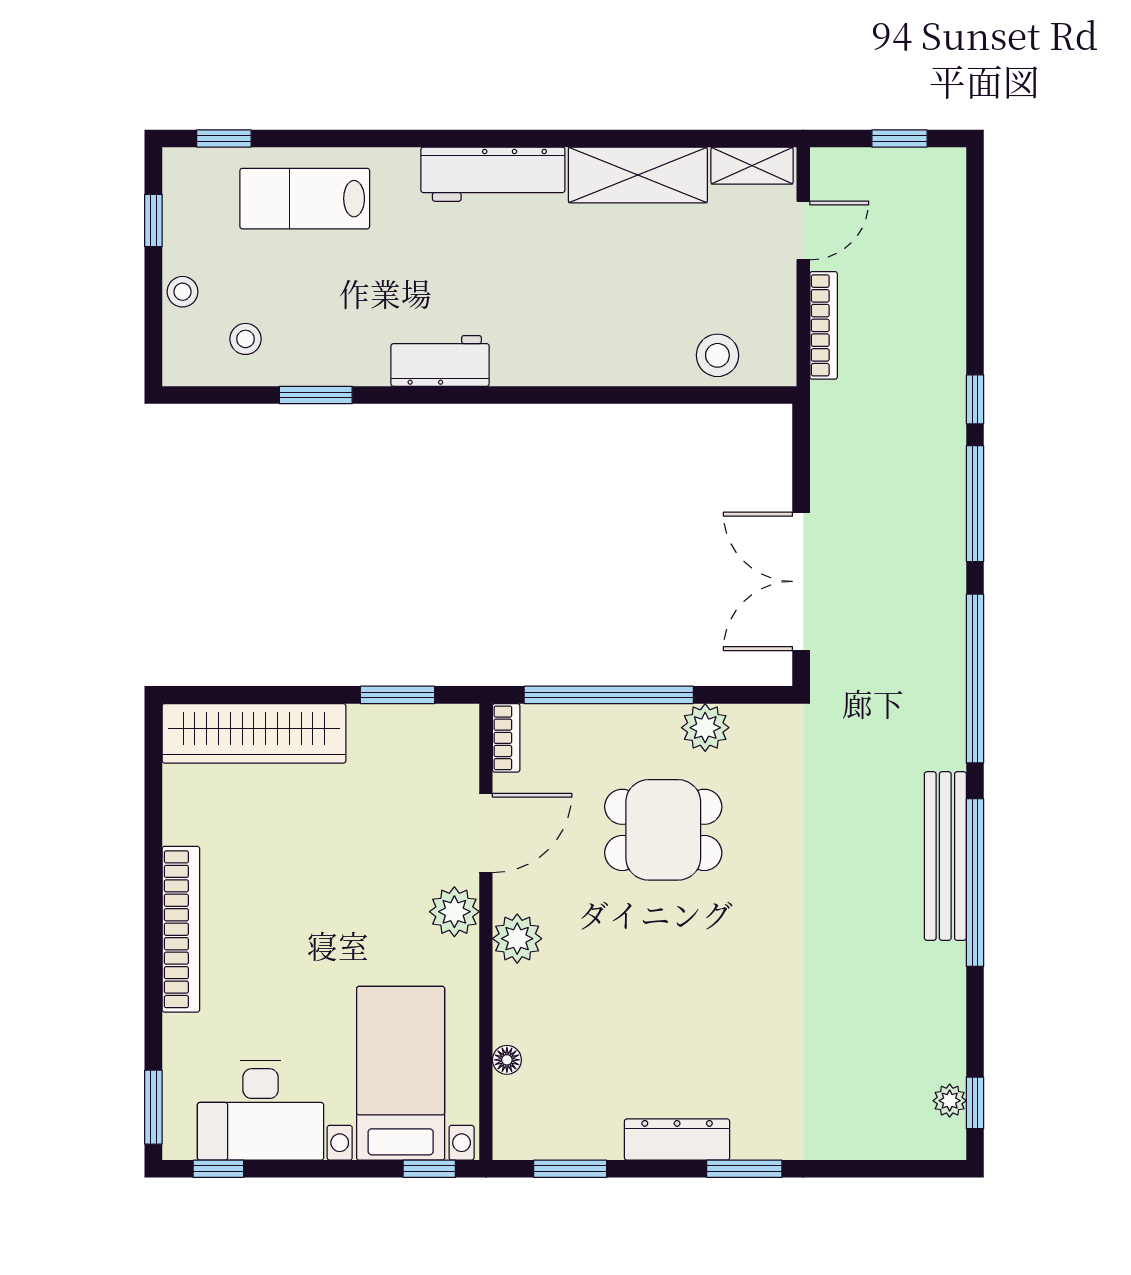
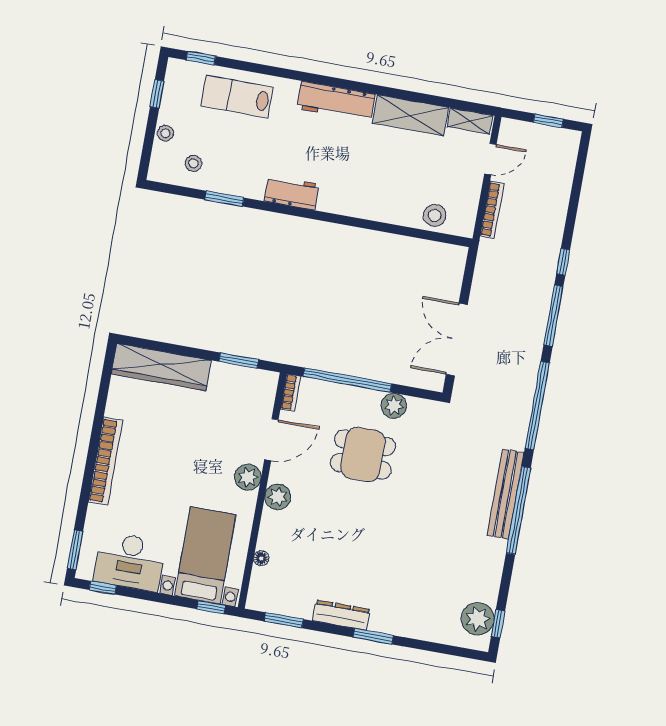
plant: (950, 1101) -> (478, 619), width x1.88, depth x1.88

